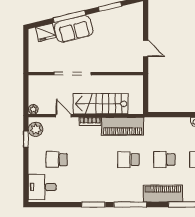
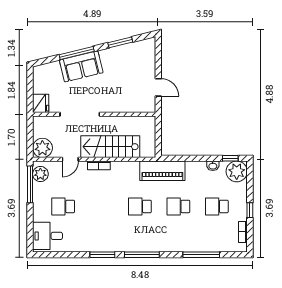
fridge: (46, 32) -> (41, 103), moved, turned -76
plant: (33, 109) -> (42, 148), width x1.88, depth x1.88
door: (63, 116) -> (70, 159), swing flipped
piano: (123, 126) -> (162, 171), moved
window: (26, 139) -> (30, 184), width x2.17
piano: (163, 194) -> (177, 243), removed

